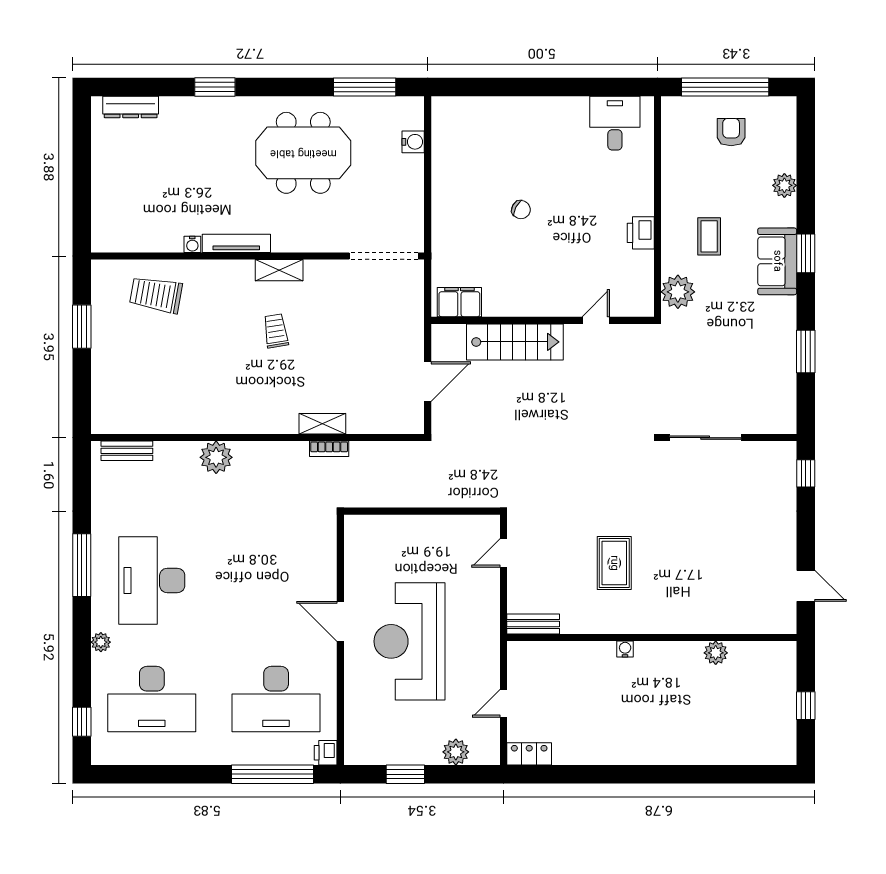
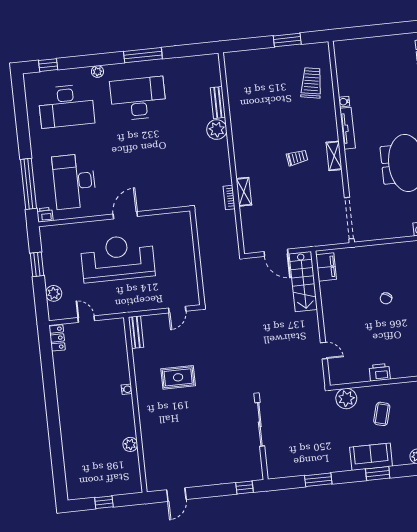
coffee table: (709, 236) -> (382, 414), turned -75
stairs: (515, 342) -> (303, 282), moved
bench: (127, 451) -> (218, 103), moved
door: (504, 553) -> (177, 310), swing flipped
desk: (152, 699) -> (66, 106), turned -90

